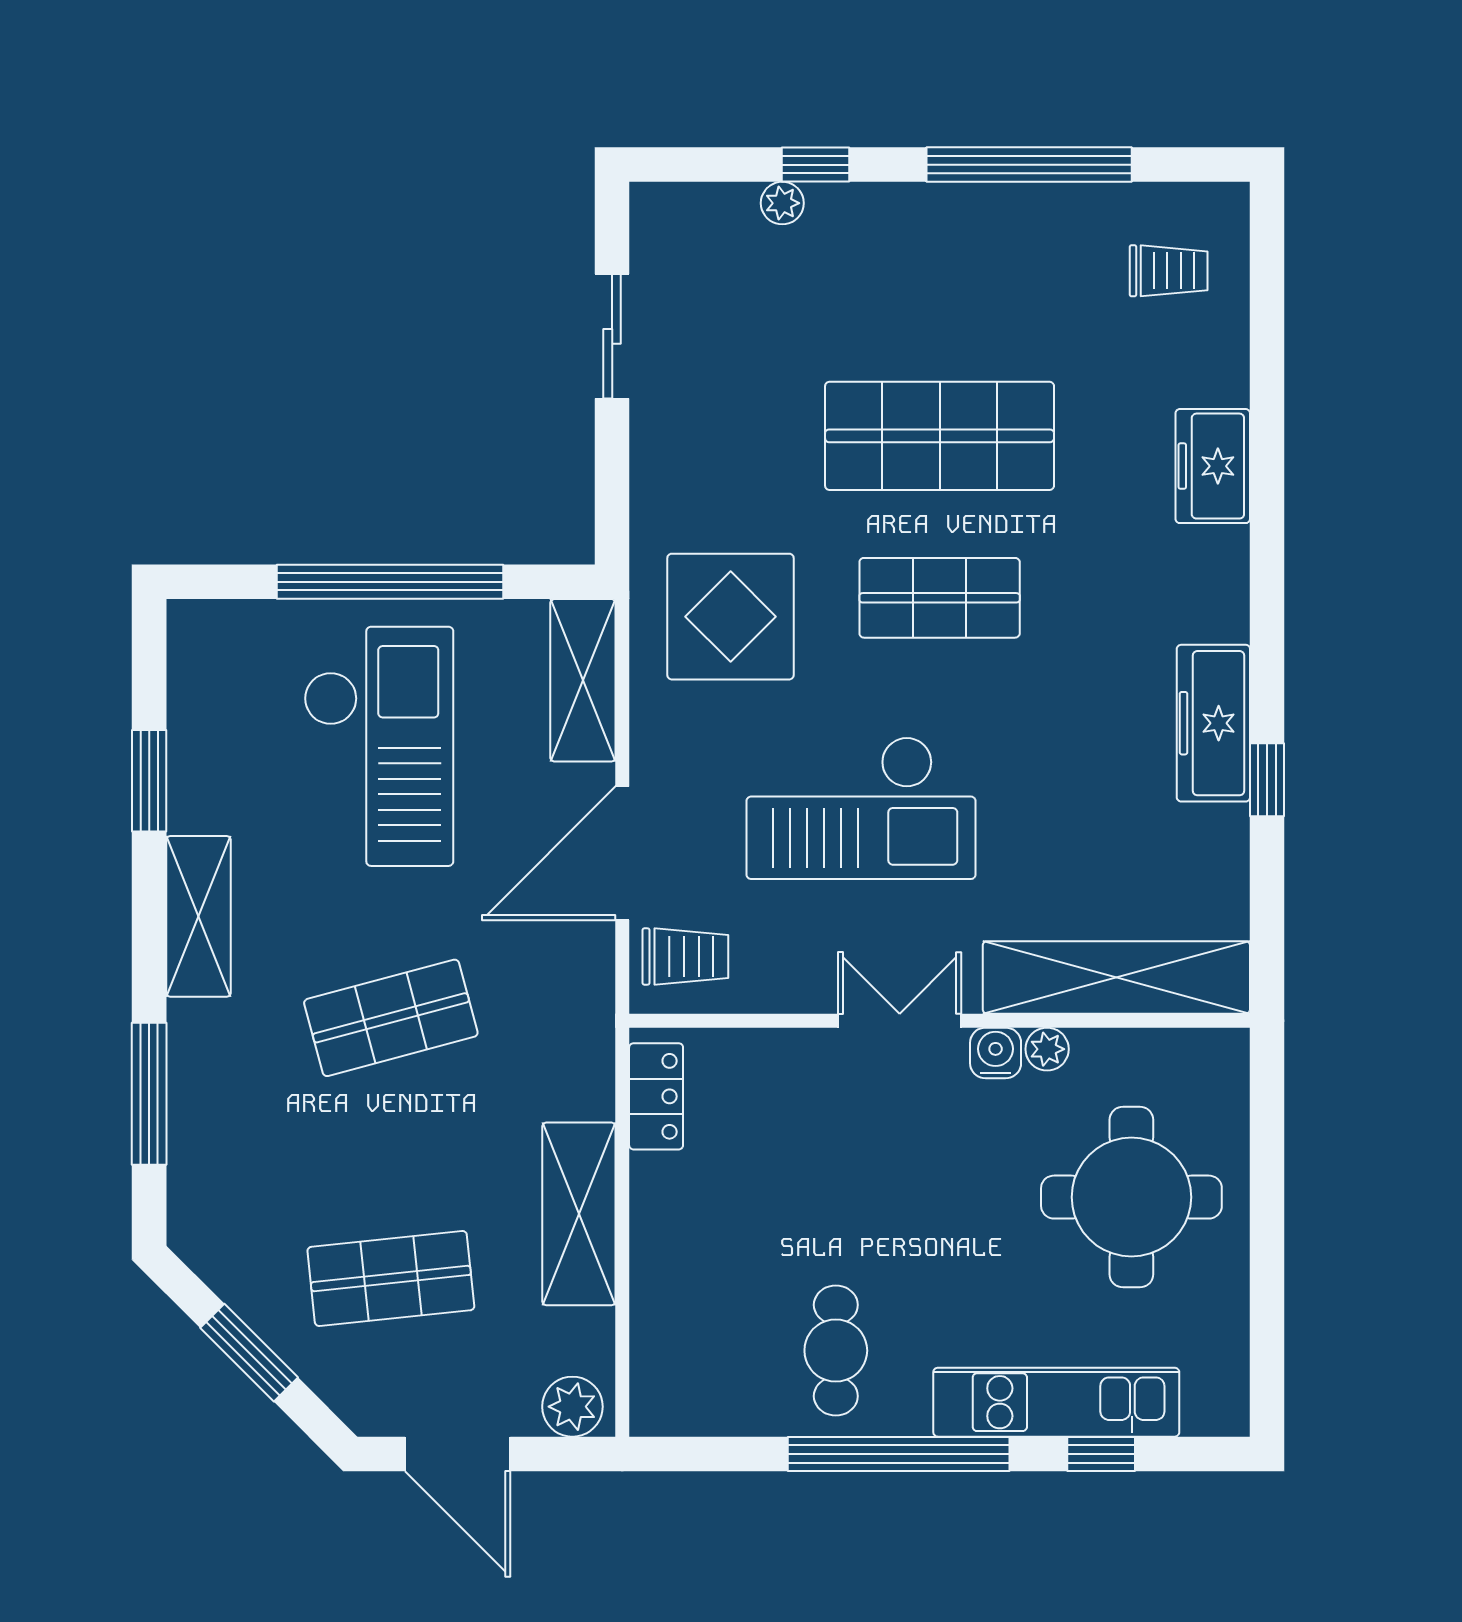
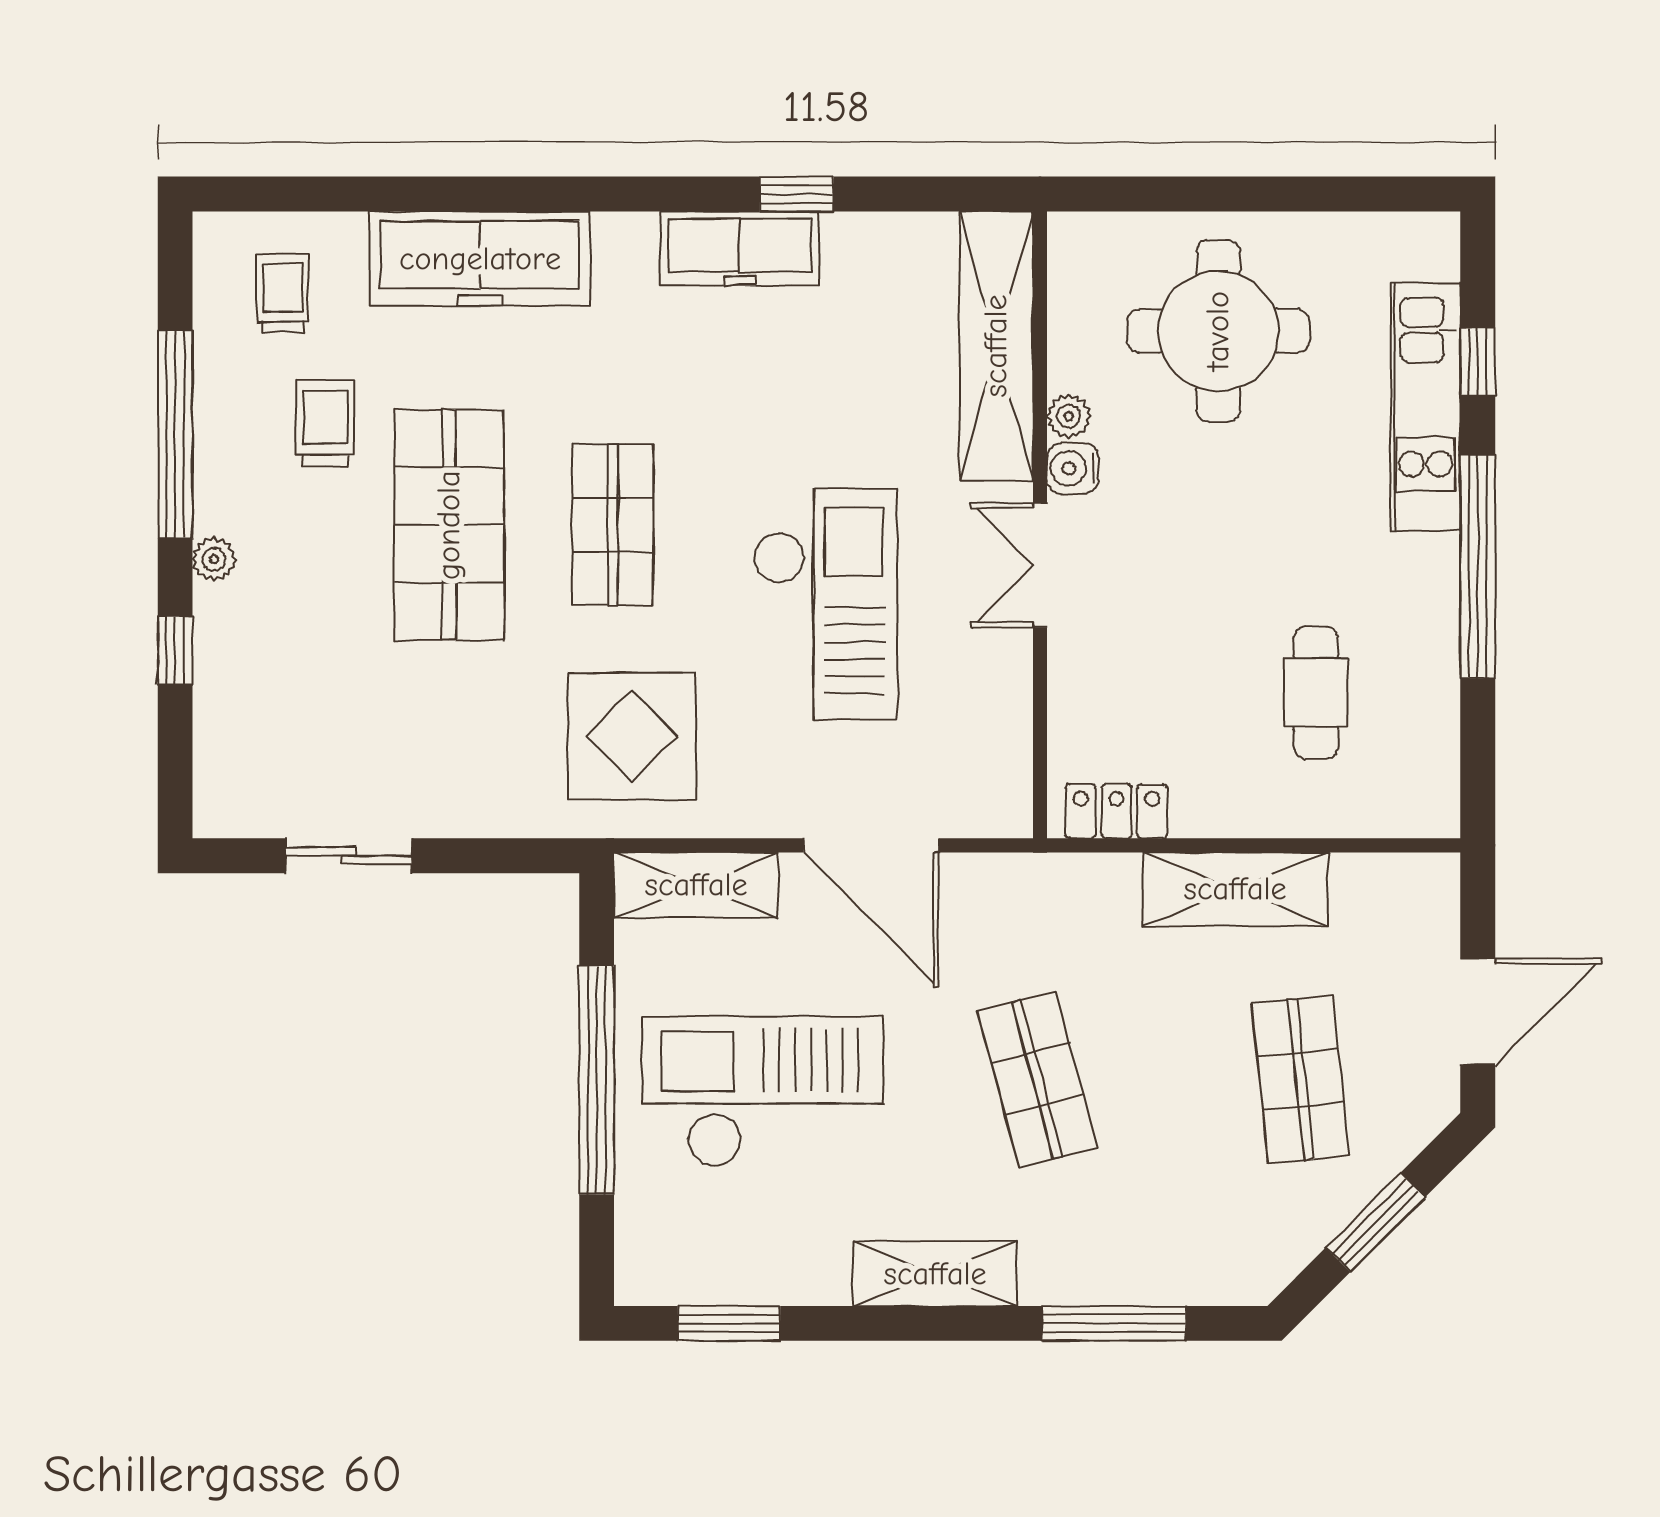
plant: (782, 203) -> (214, 559), moved
freezer: (1213, 466) -> (480, 259), width x1.91, depth x1.26
window: (149, 781) -> (729, 1323), moved
trolley: (685, 957) -> (325, 423), moved
cafe table: (836, 1351) -> (1316, 693), moved, turned 90
plant: (572, 1407) -> (1430, 896), removed

